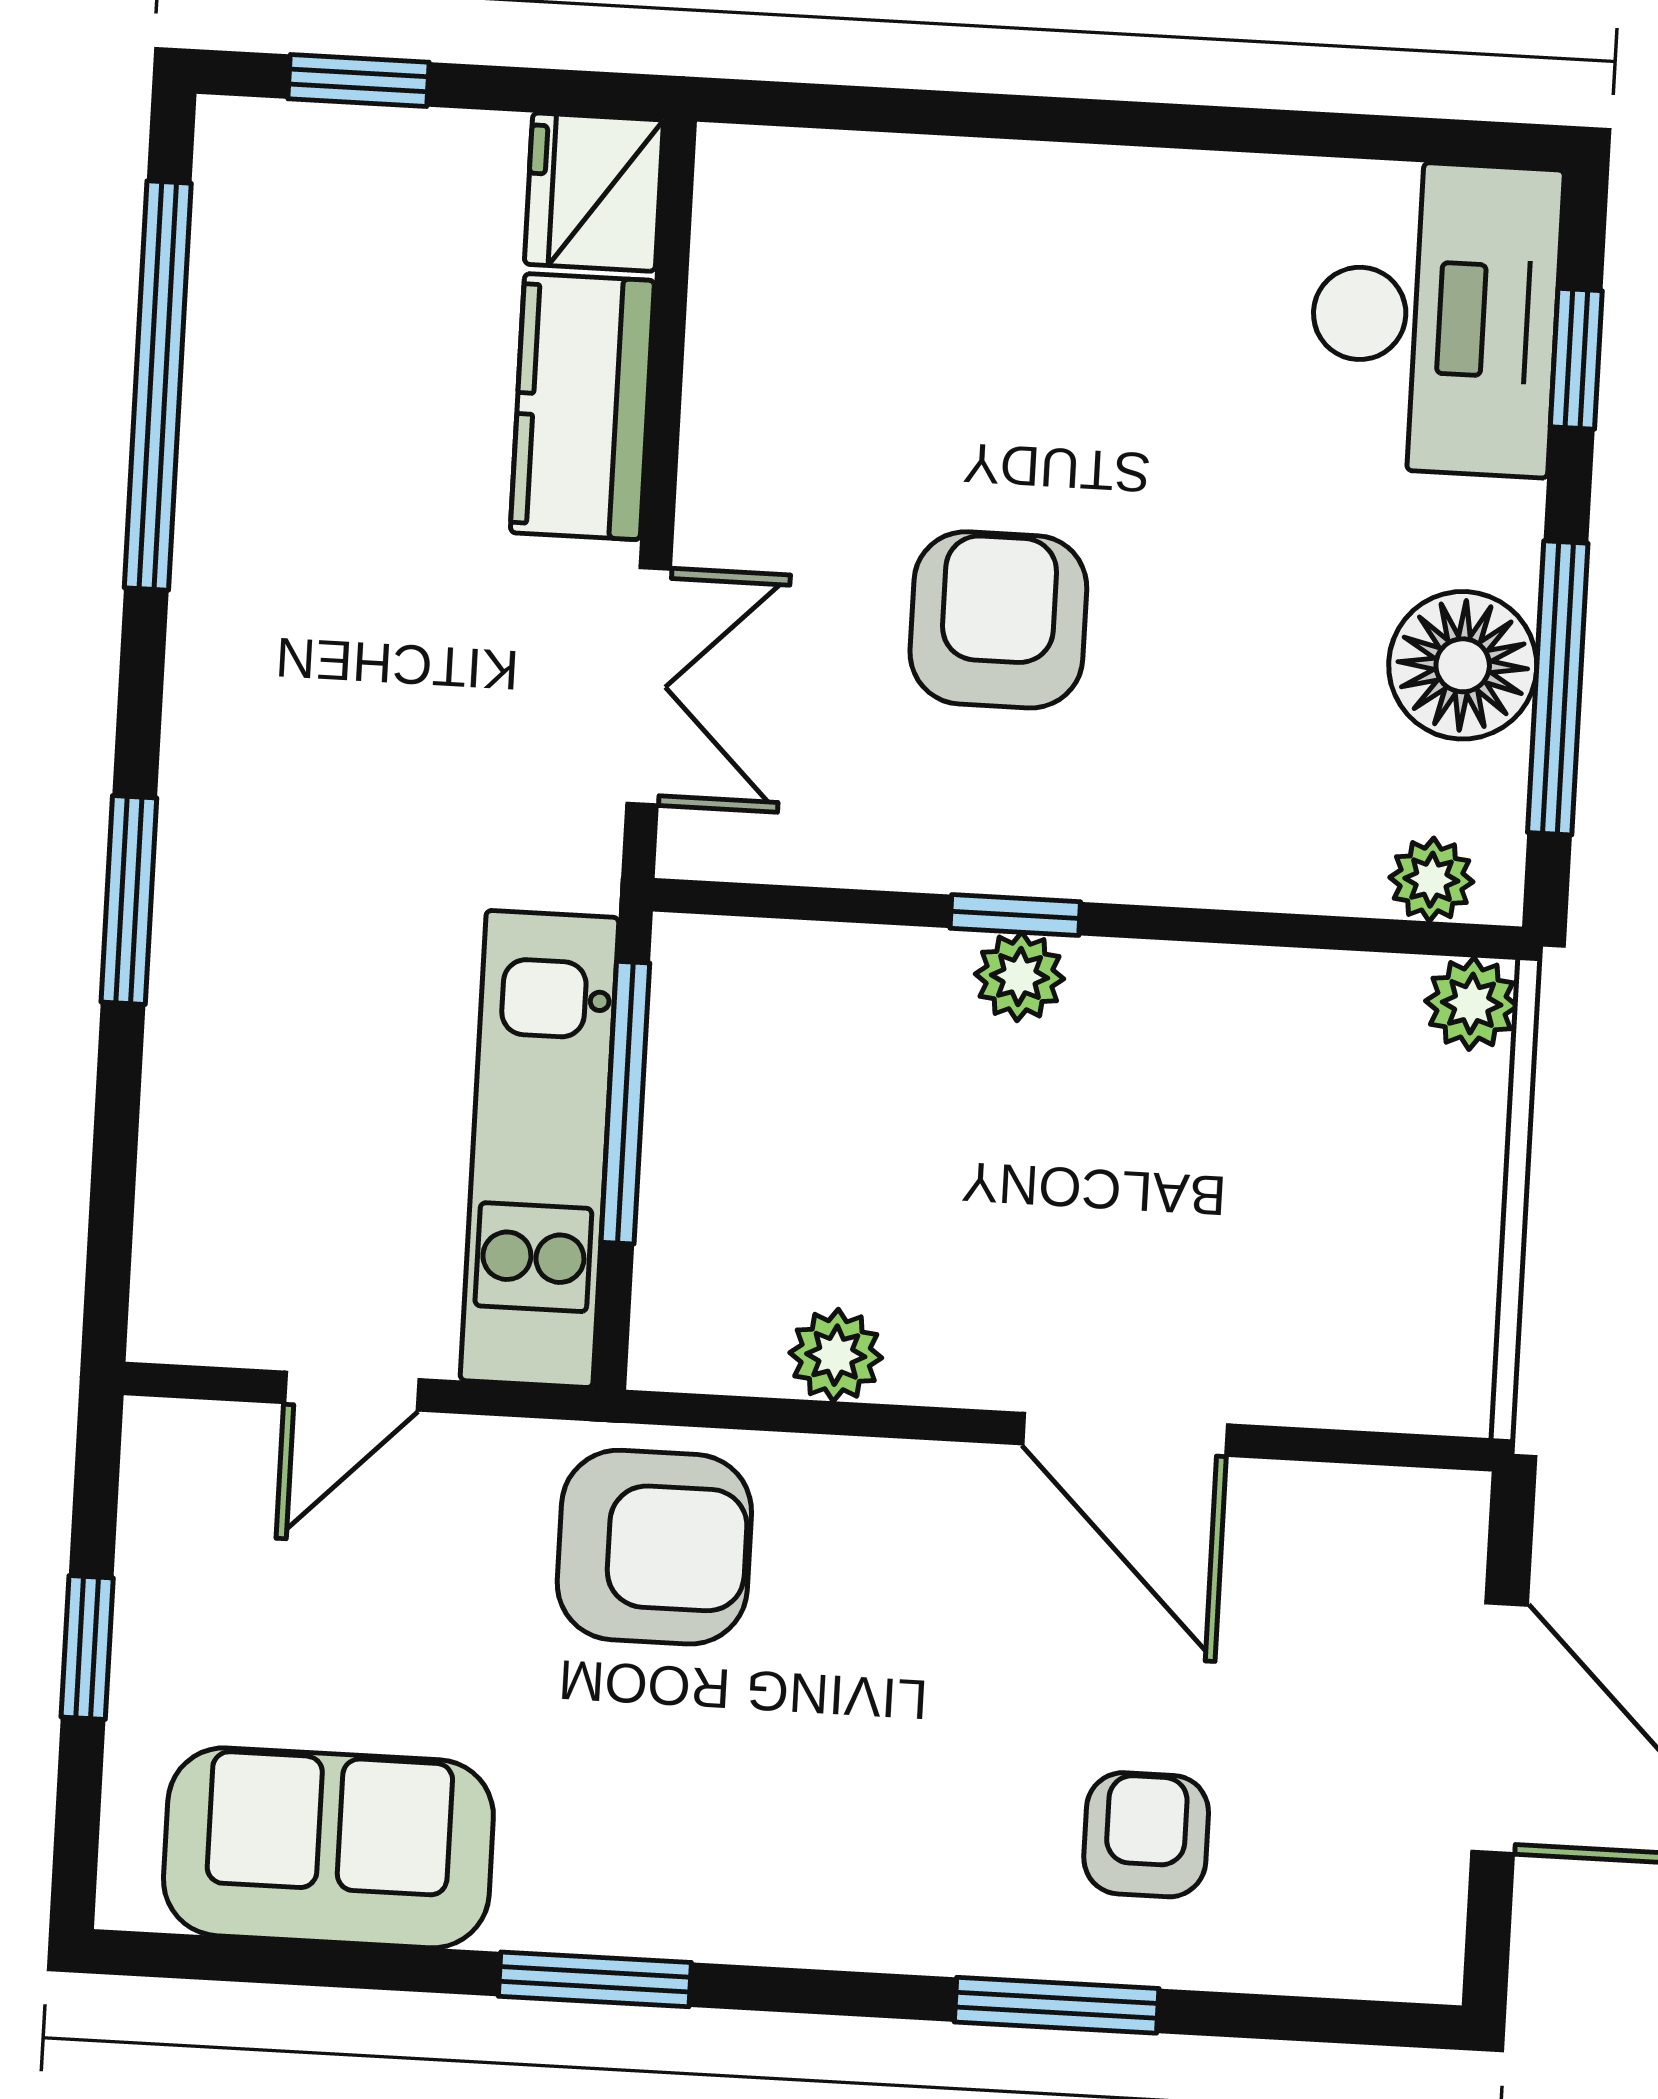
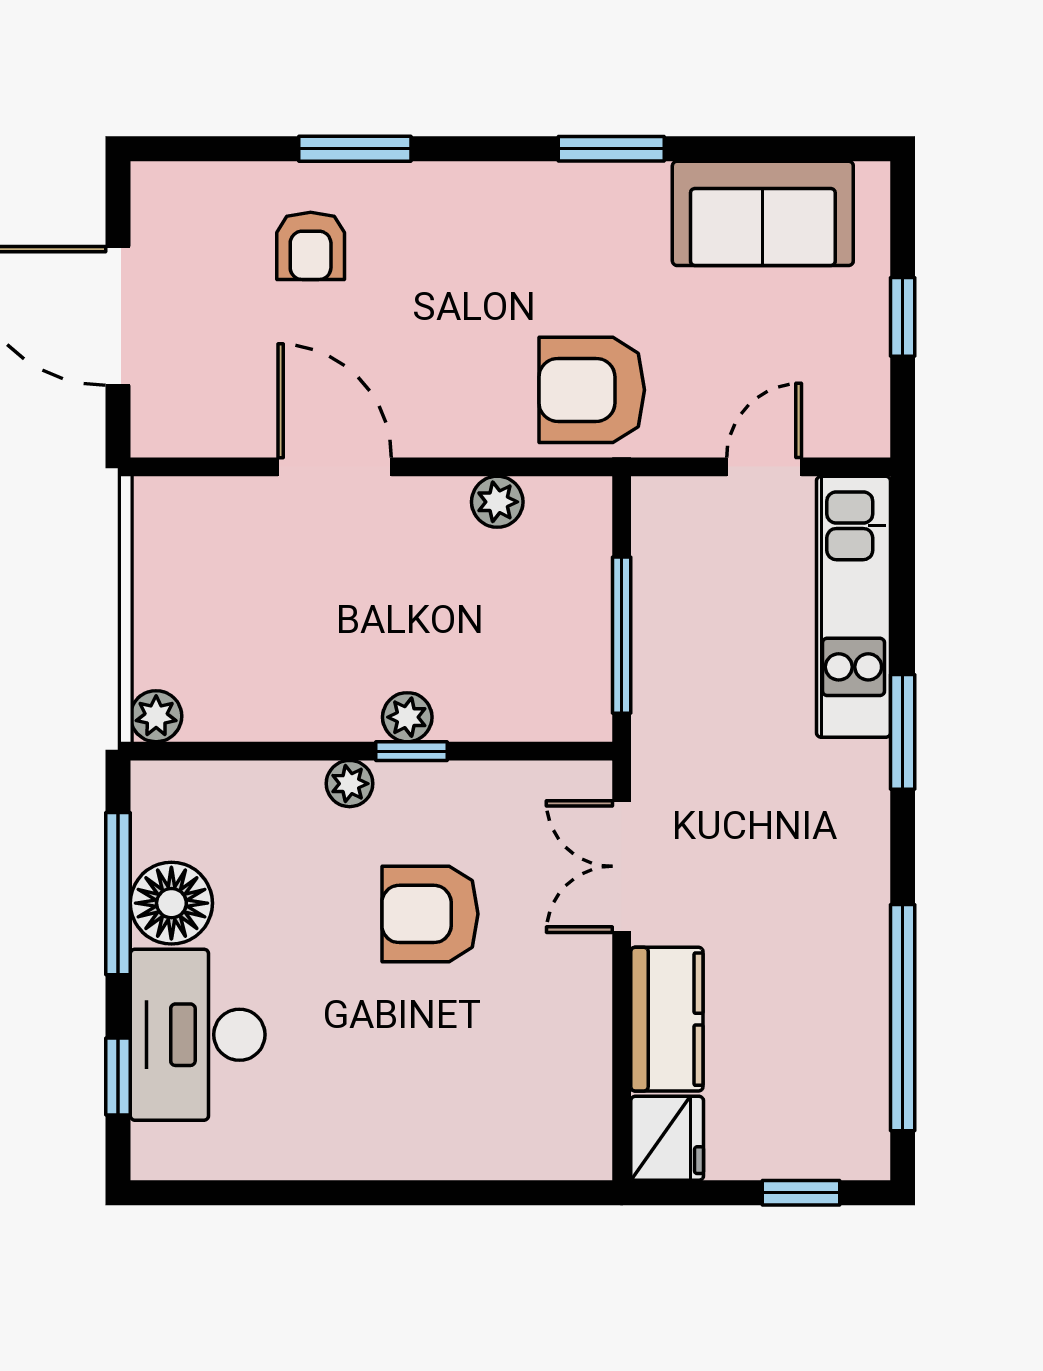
desk: (1435, 318) -> (198, 1035), moved
armchair: (998, 620) -> (430, 914), turned 90
plant: (1431, 880) -> (350, 784), moved
kitchen unit: (539, 1149) -> (853, 607), moved, turned 180

